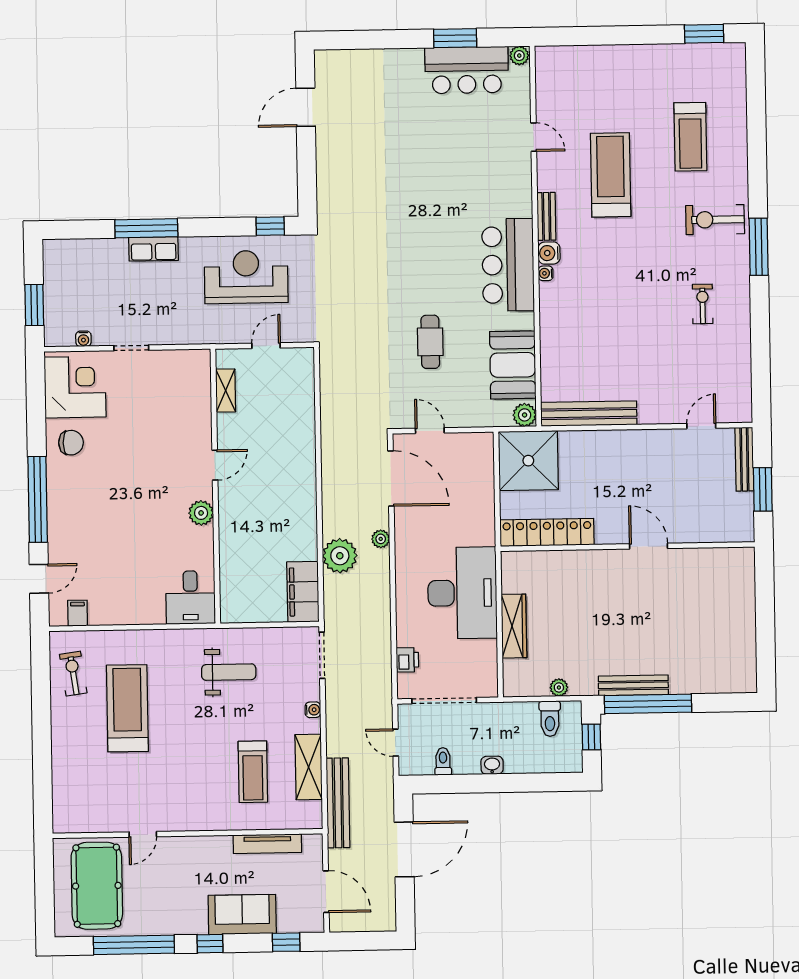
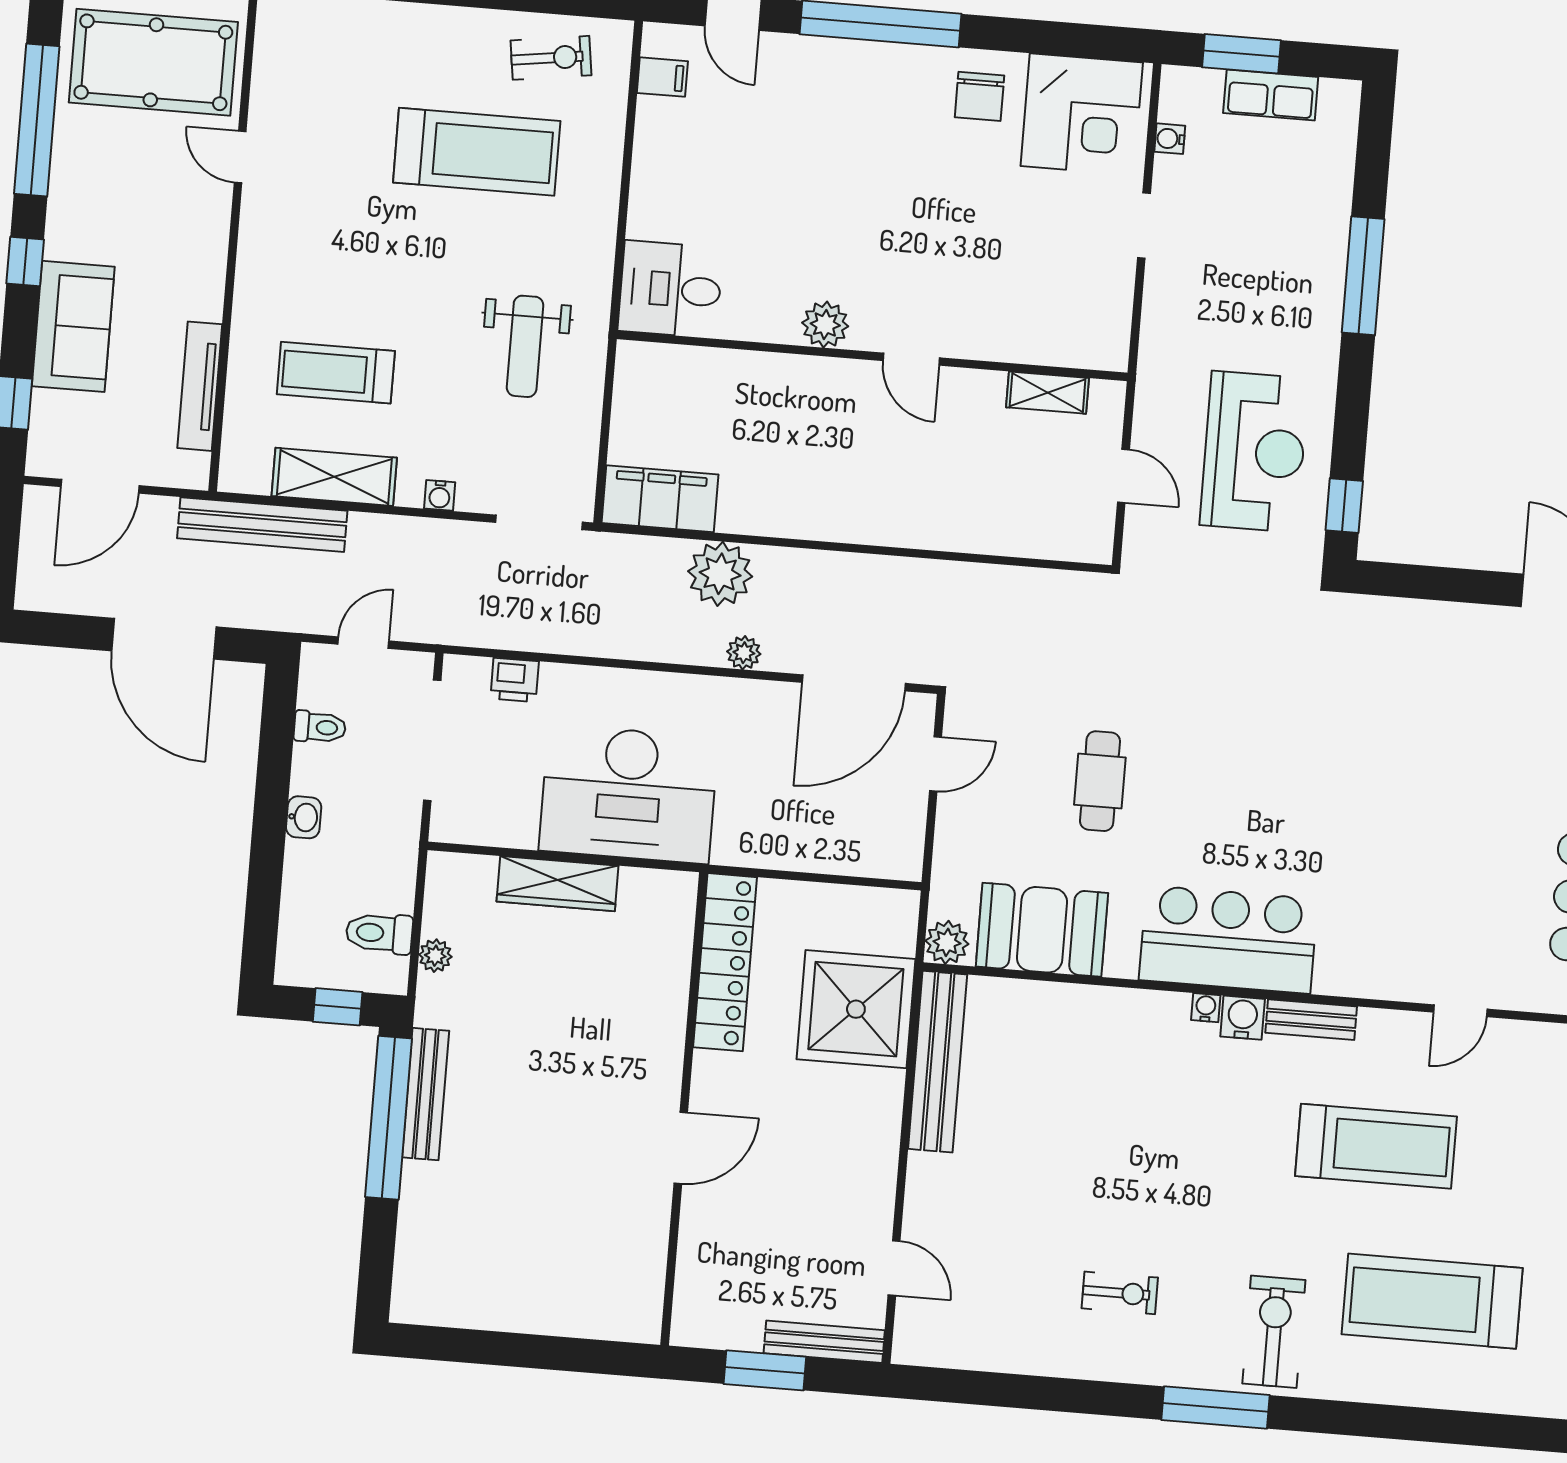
treadmill: (690, 137) -> (1432, 1301), width x1.37, depth x1.38
row of seats: (154, 249) -> (1271, 95), moved, turned -90
cafe table: (430, 342) -> (1100, 781), turned 90
shower: (528, 461) -> (856, 1009), moved

